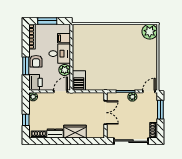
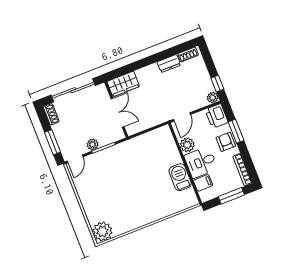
barbecue: (79, 80) -> (180, 177), moved
double door: (105, 113) -> (118, 113), swing flipped
window: (26, 120) -> (217, 84), moved
wardrobe: (75, 132) -> (123, 84), moved

